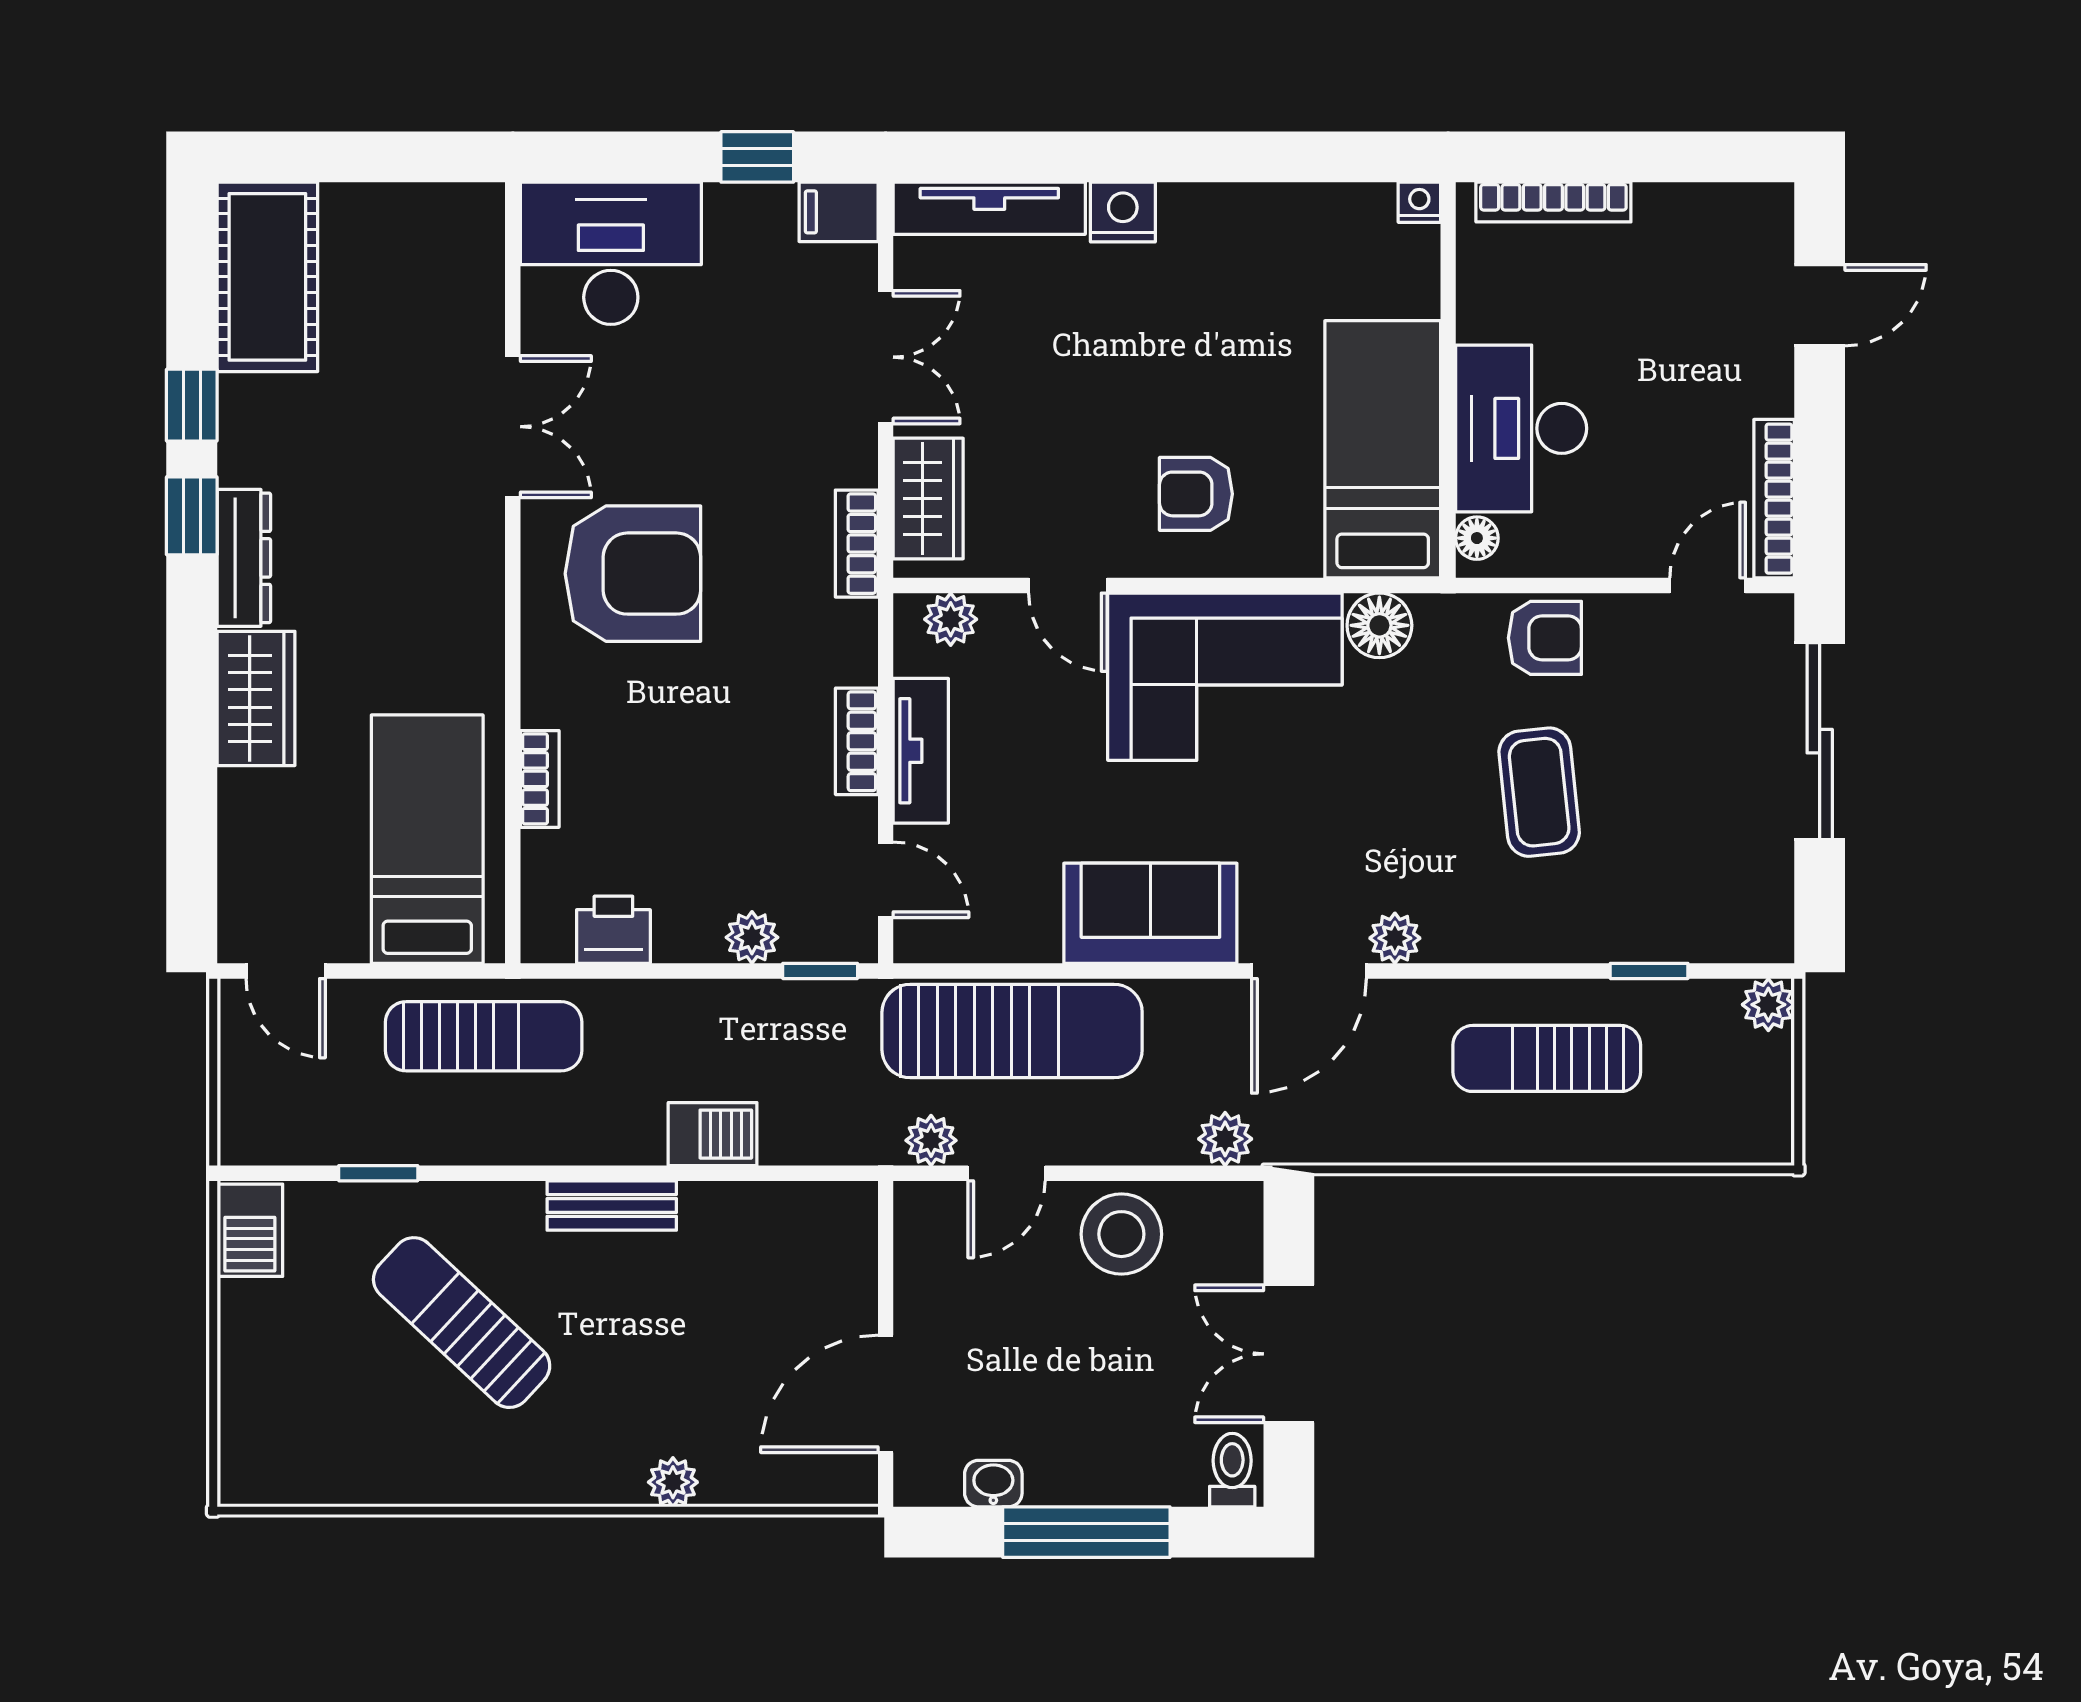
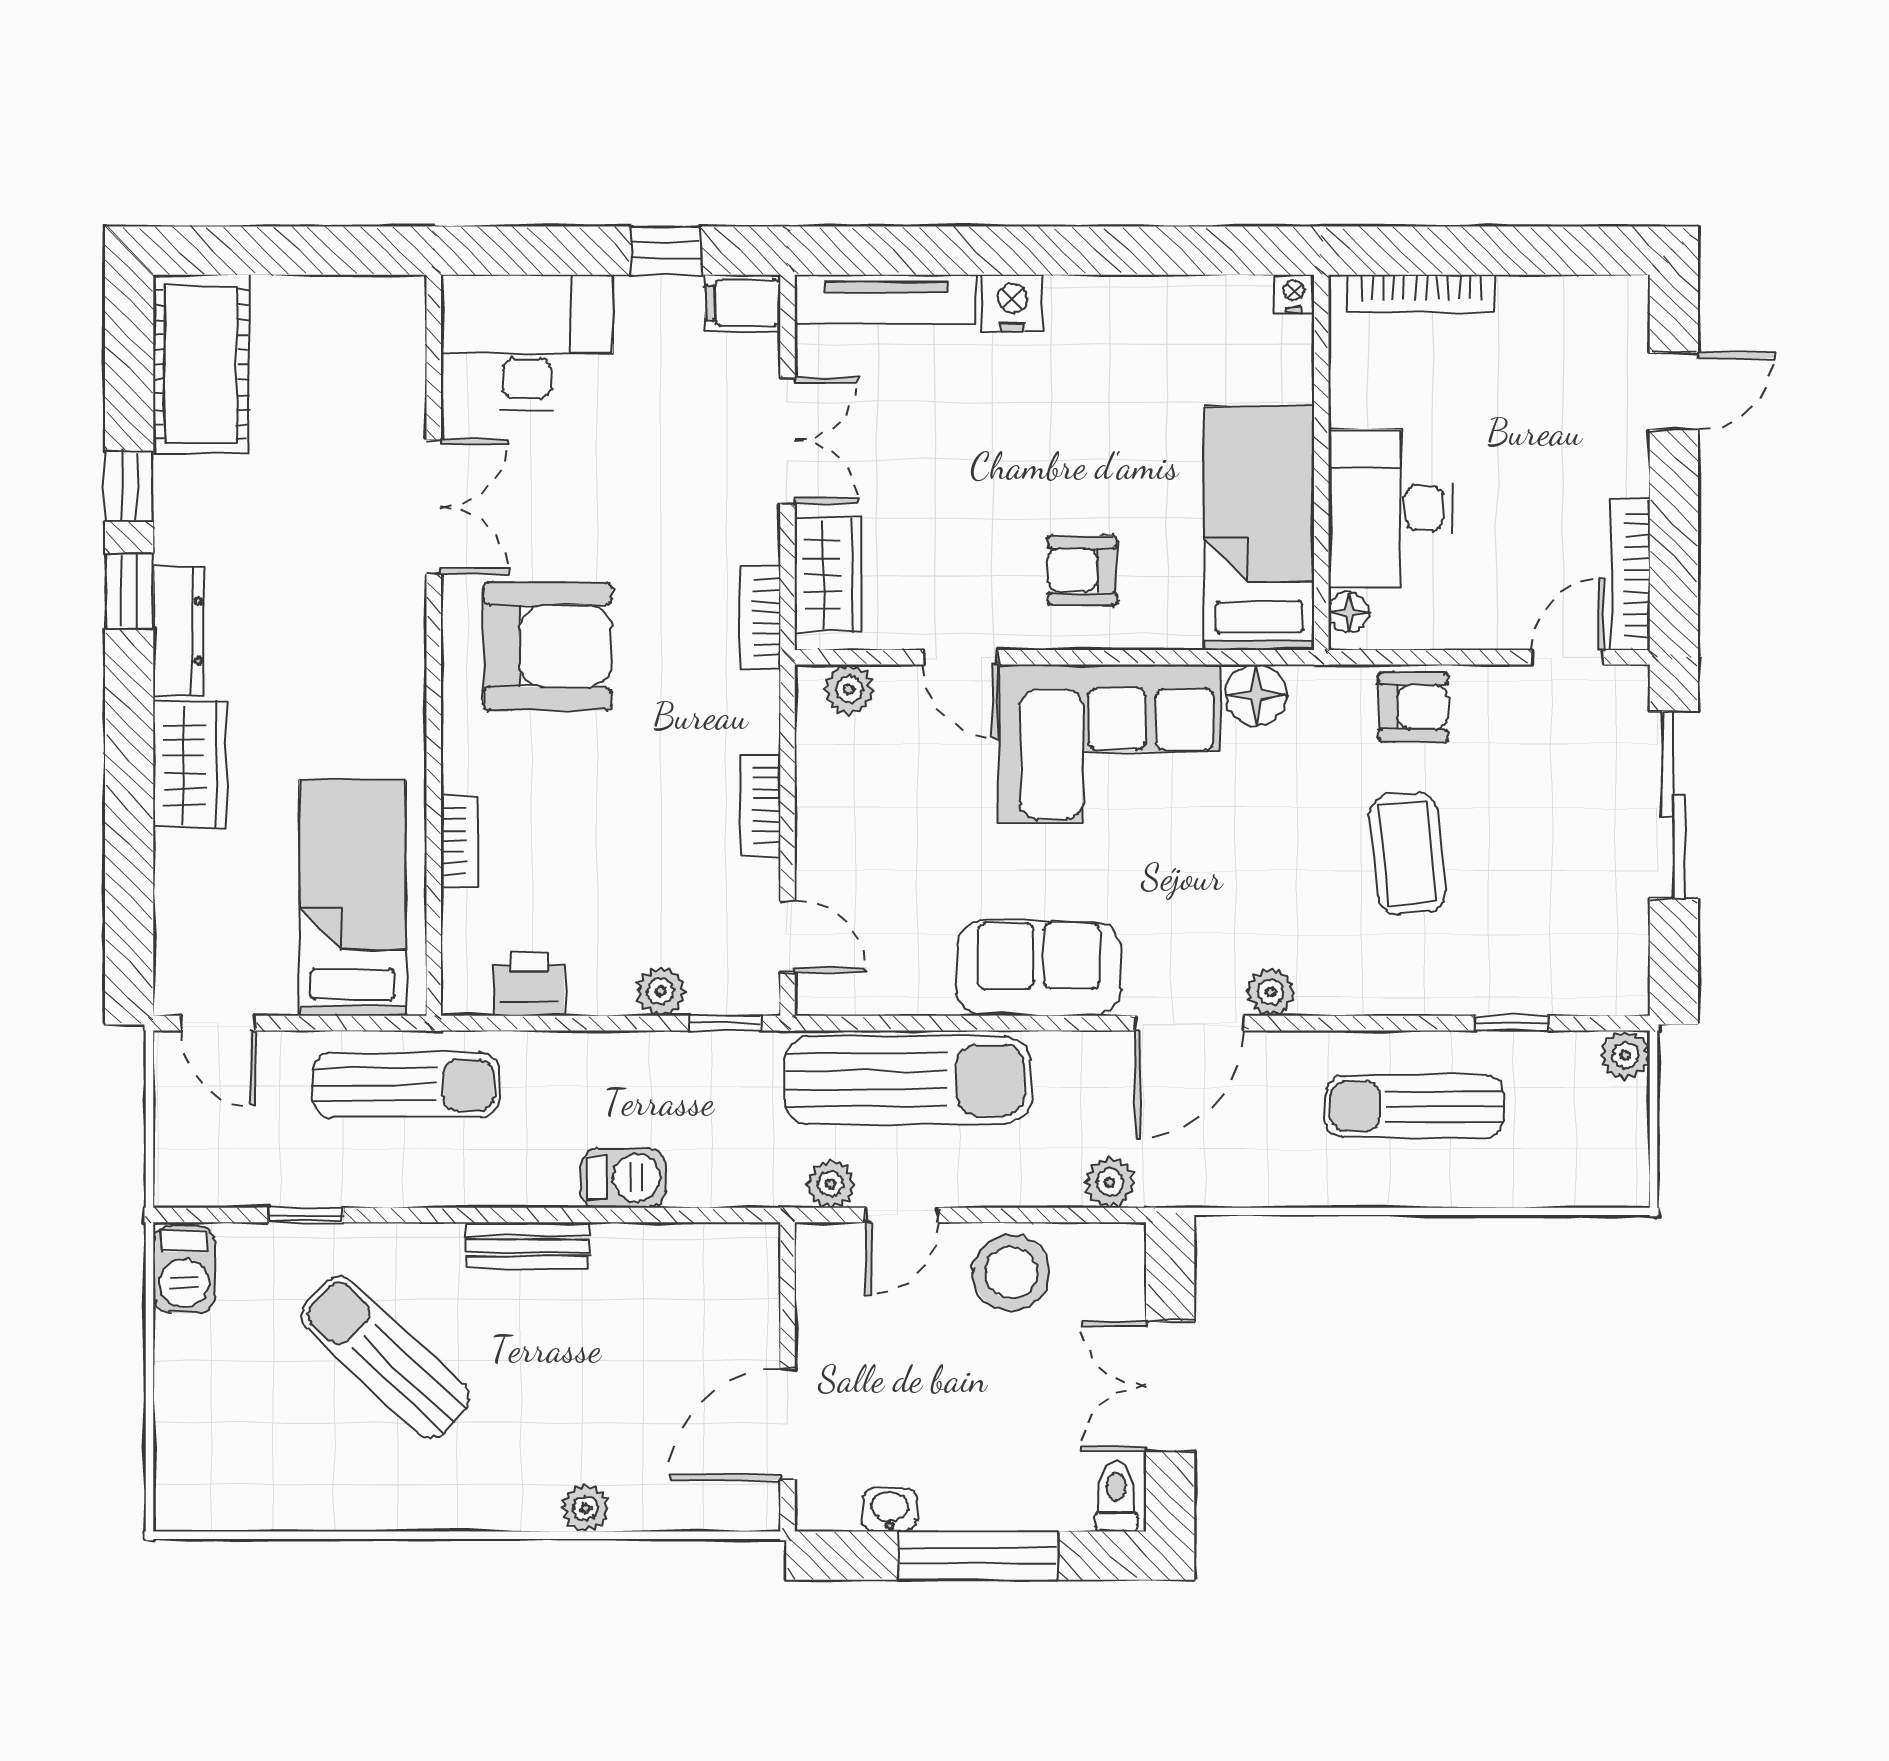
tv unit: (921, 751) -> (821, 814), removed

